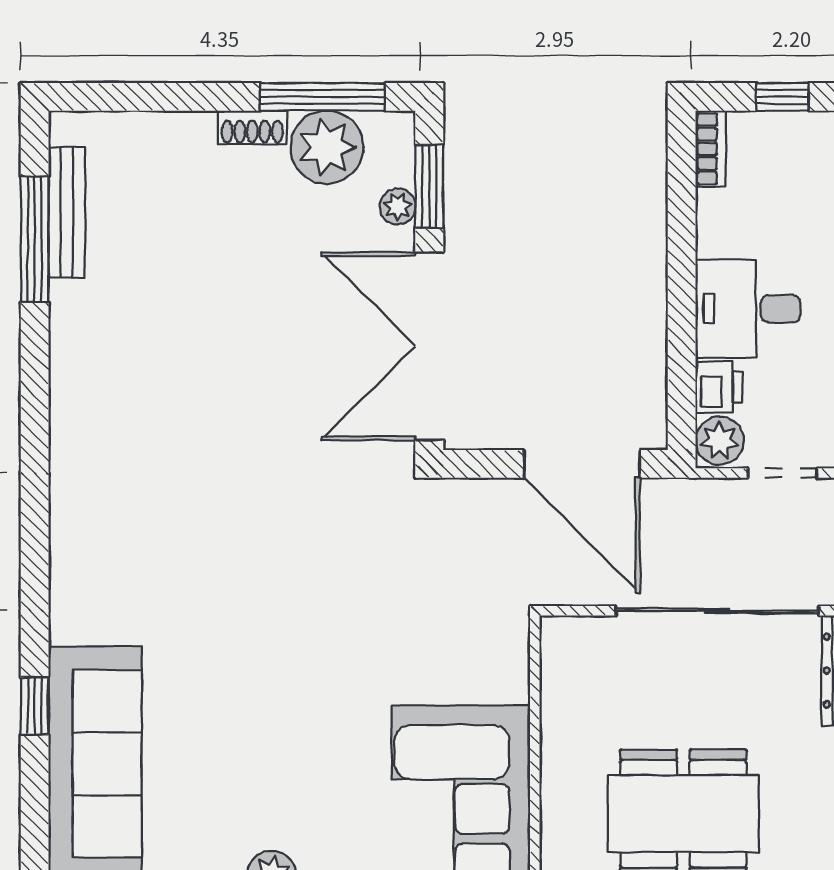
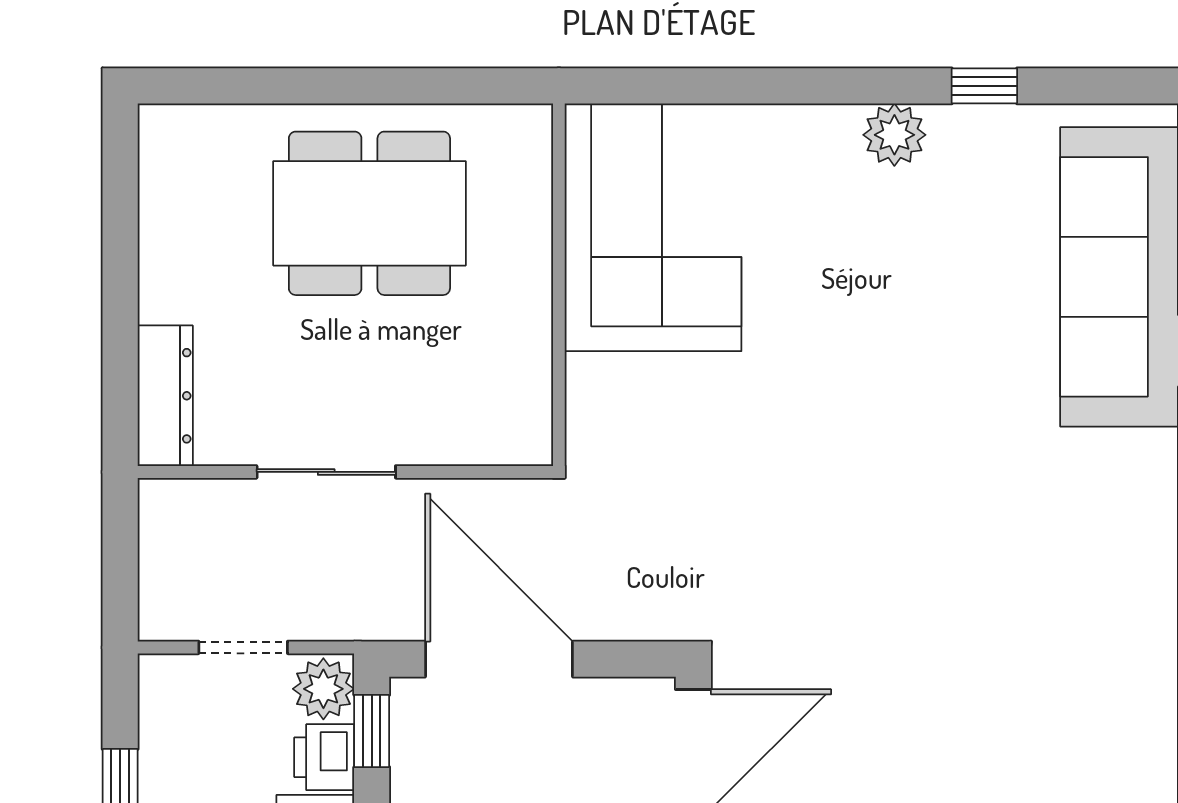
window: (682, 408) -> (372, 731), added
sliding door: (717, 611) -> (326, 472), width x0.54

